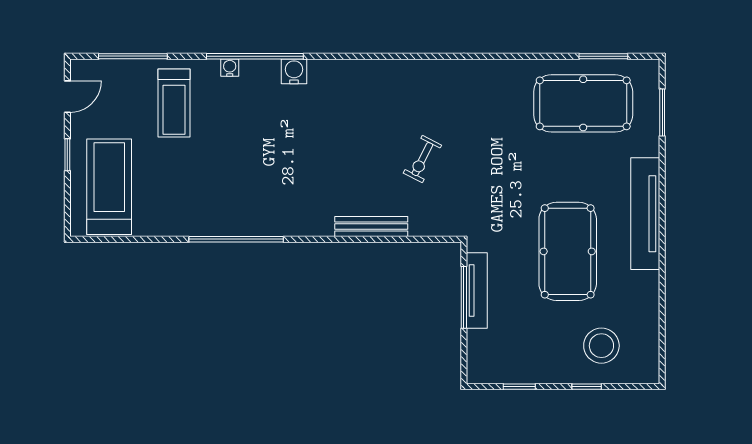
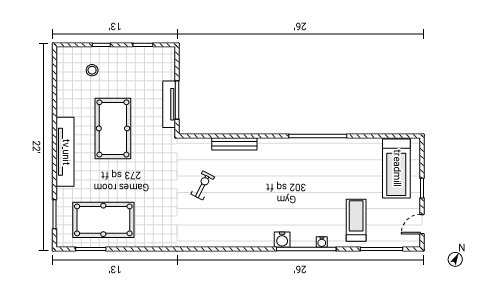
stool: (601, 346) -> (92, 70), width x0.53, depth x0.53

